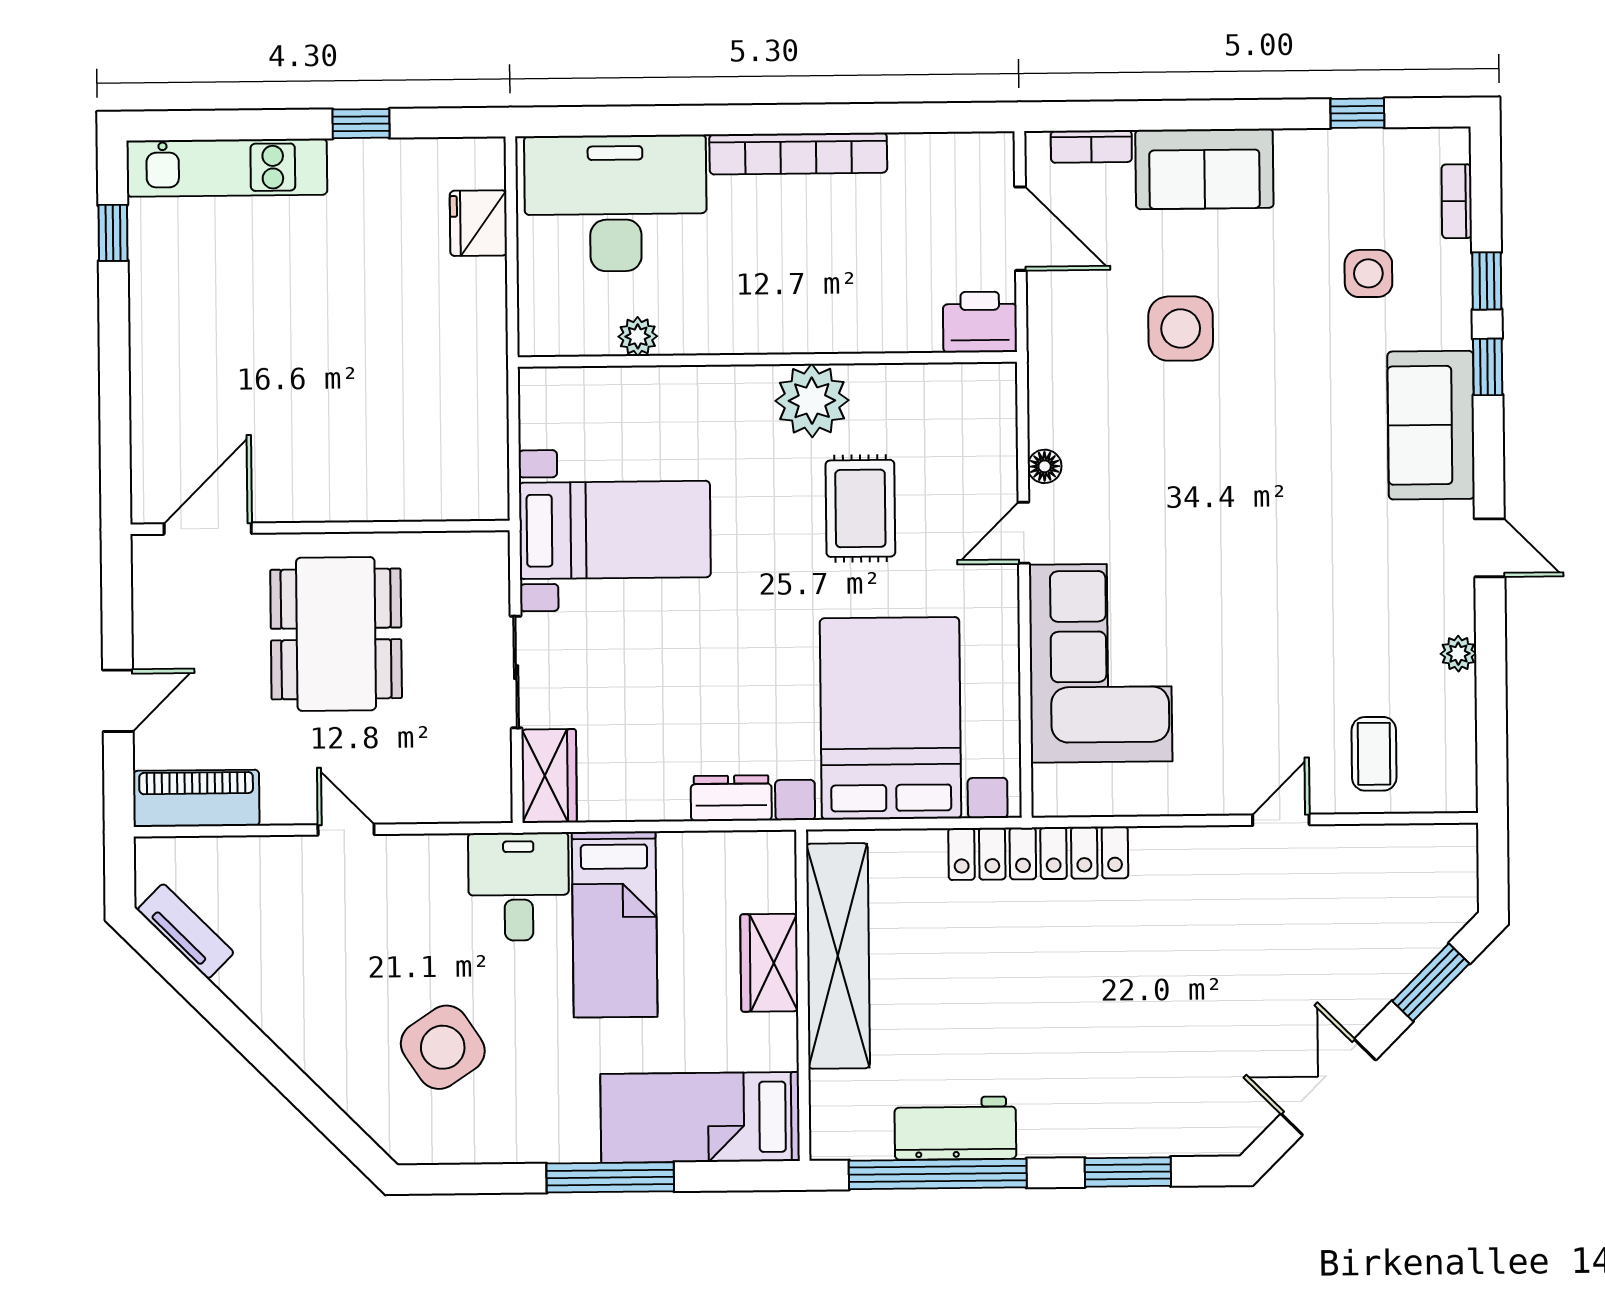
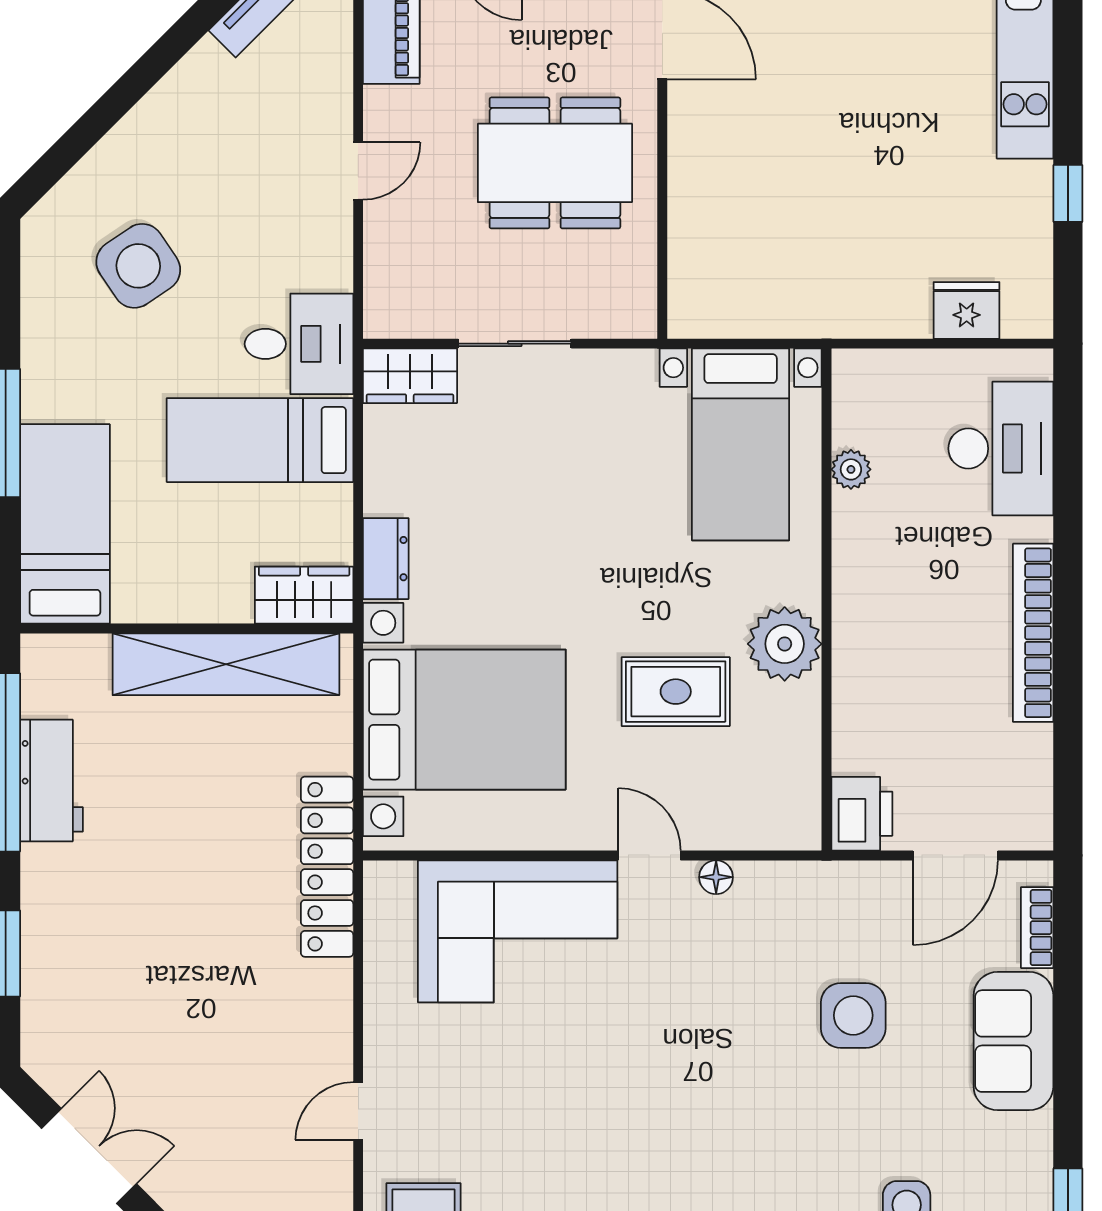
desk: (616, 203) -> (1001, 449), width x0.73, depth x0.77
bed with nightstands: (615, 530) -> (741, 444), moved
door: (1281, 820) -> (358, 1111), swing flipped
wardrobe: (769, 963) -> (304, 595), moved

